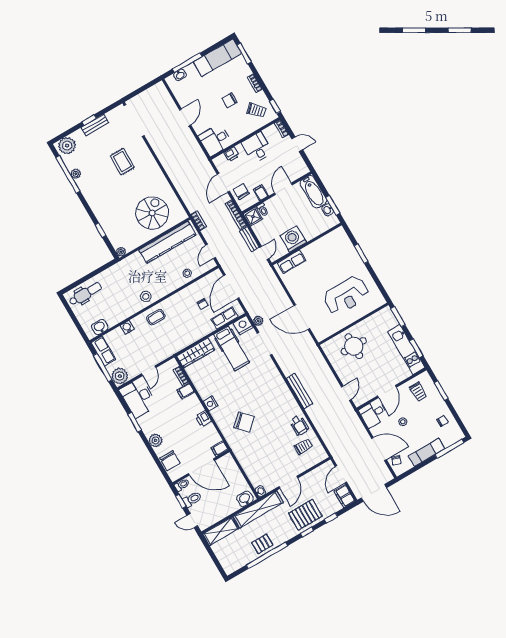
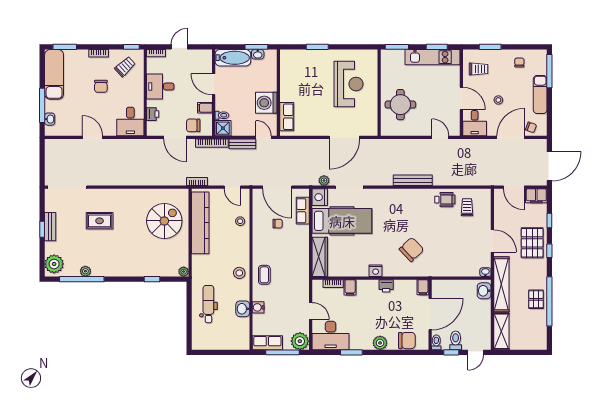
spiral stairs: (152, 213) -> (164, 221), turned 90
dental chair: (85, 294) -> (208, 304), moved
washbasin: (100, 327) -> (243, 309), moved
hospital bed: (232, 348) -> (342, 221), width x1.37, depth x1.29

